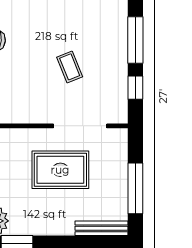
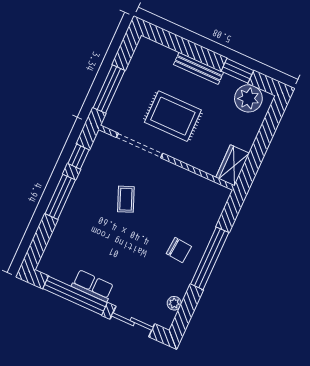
window: (135, 188) -> (109, 89), moved
bench: (101, 228) -> (199, 68), moved

